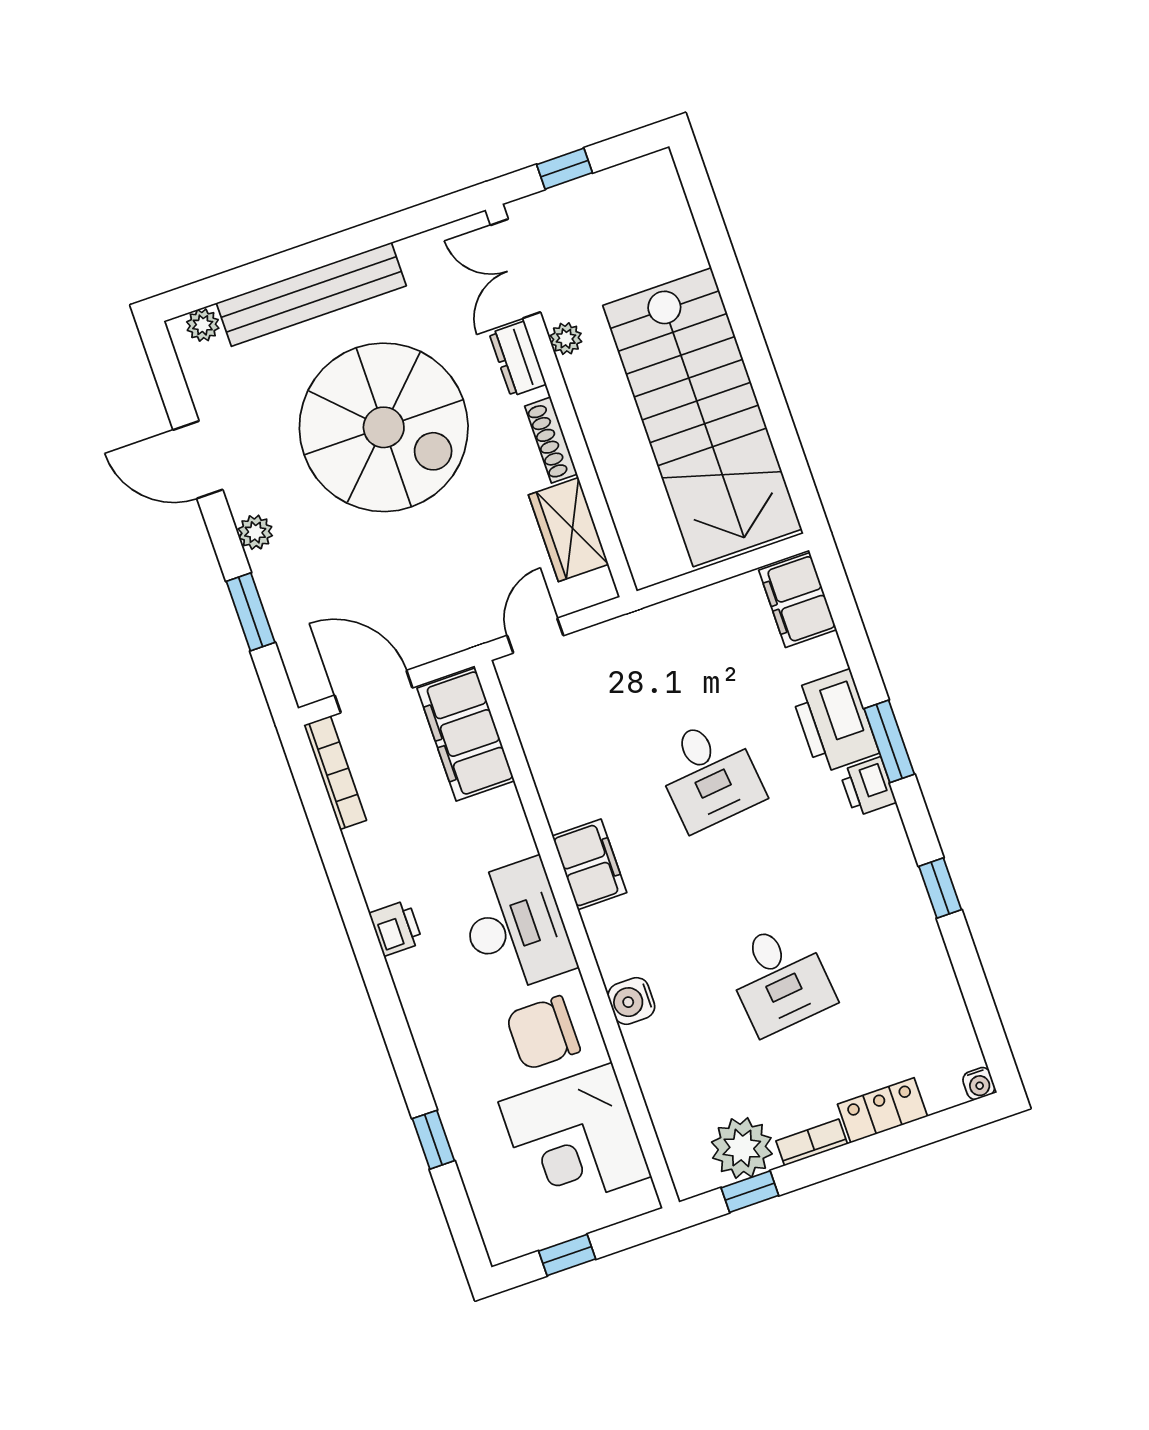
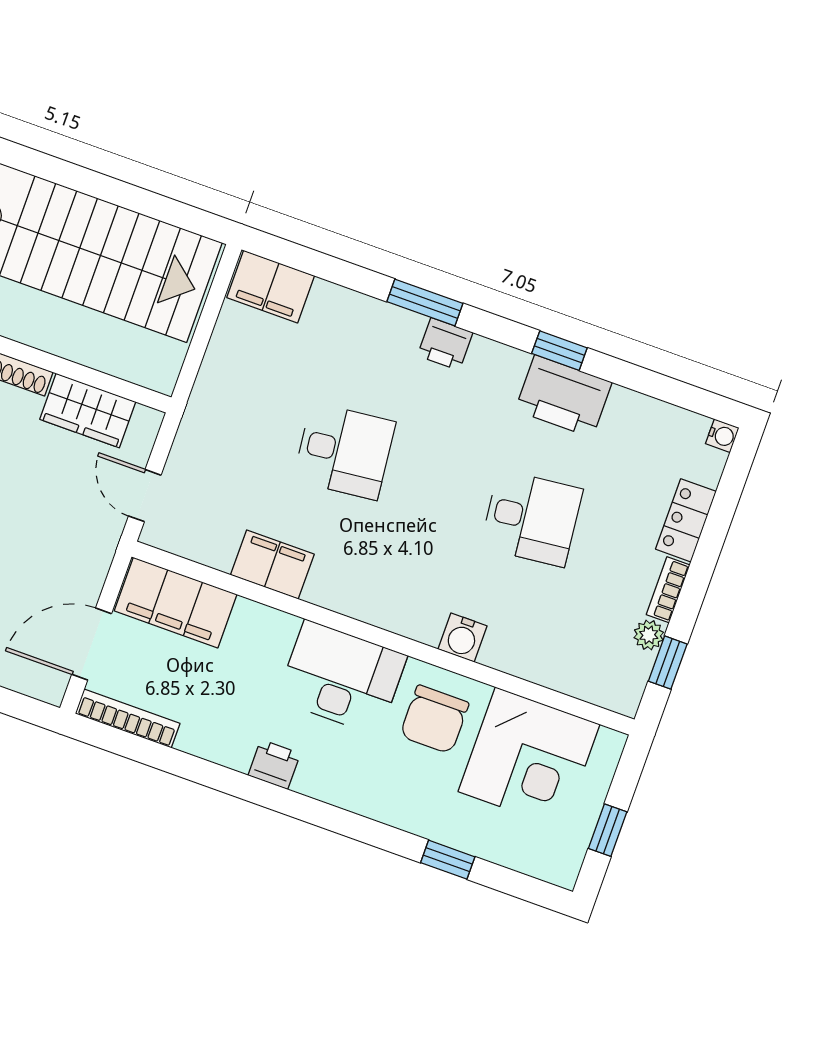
printer: (835, 721) -> (563, 396), moved
filing cabinet: (589, 864) -> (272, 565), moved
plant: (742, 1148) -> (649, 635), width x0.53, depth x0.53

